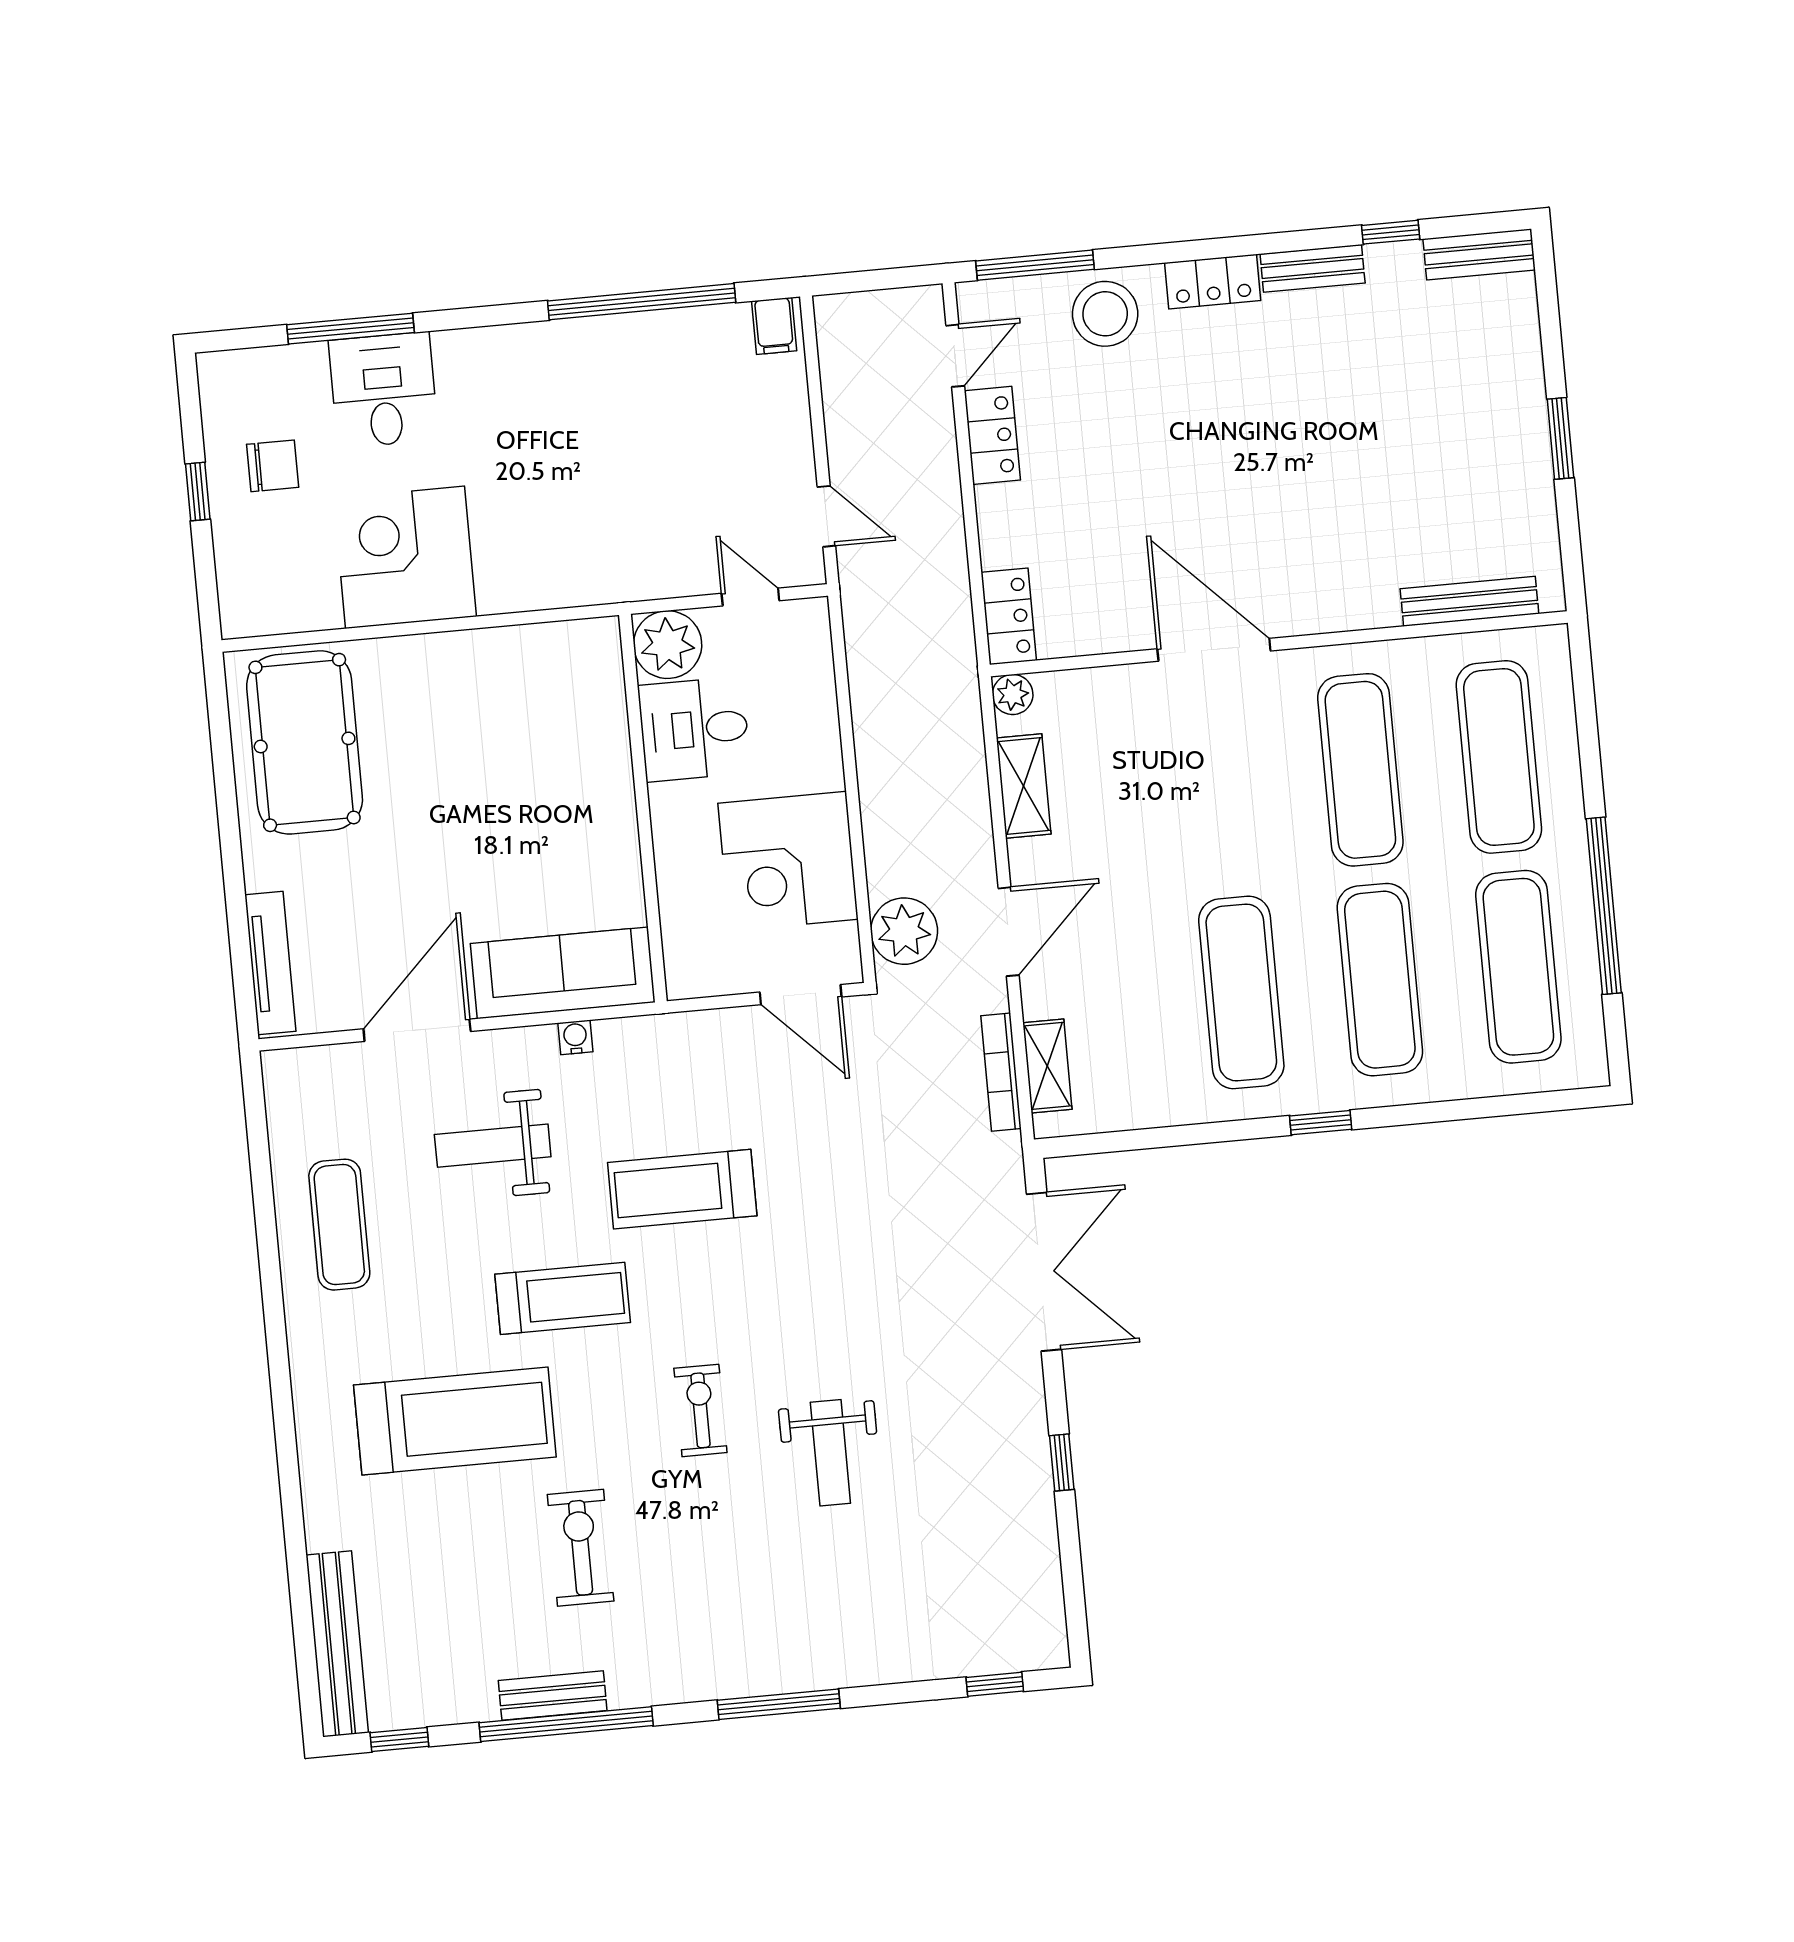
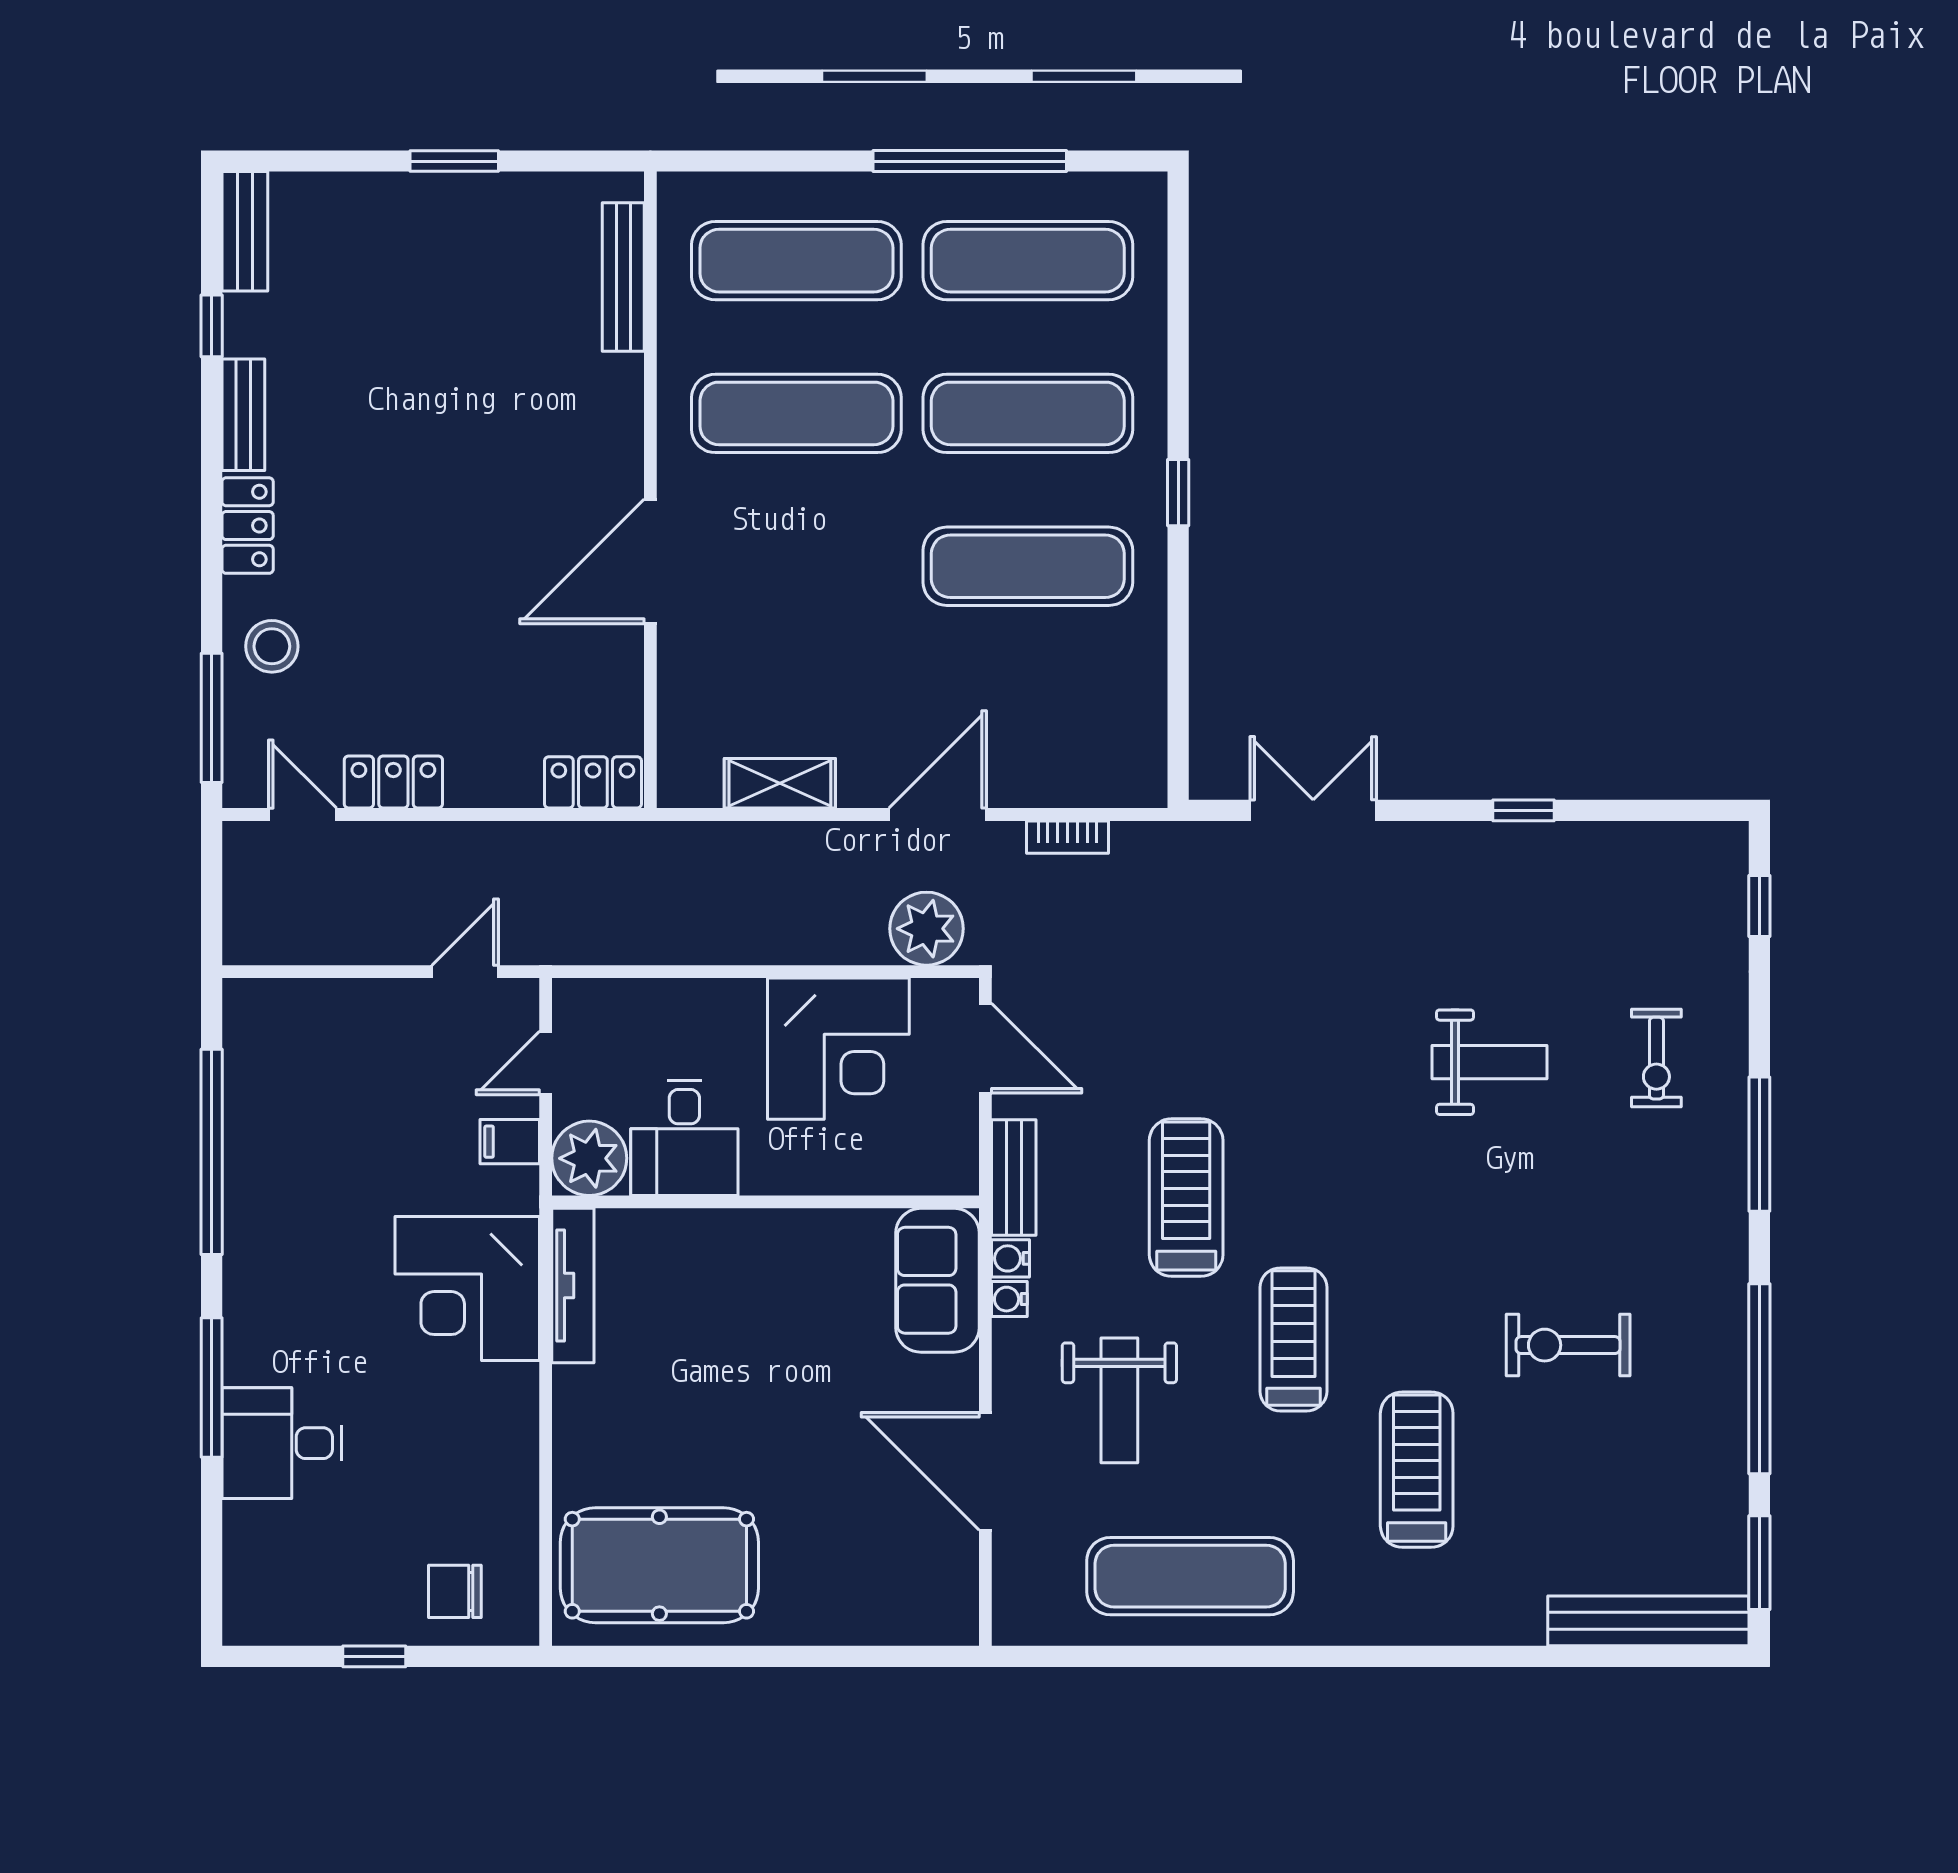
stool: (1105, 314) -> (272, 646), width x0.73, depth x0.73
filing cabinet: (774, 326) -> (510, 1142), moved, turned 180
window: (350, 329) -> (212, 1388), moved
chair: (273, 466) -> (455, 1591), moved, turned -90
corner desk: (405, 557) -> (467, 1289), moved
plant: (1013, 694) -> (679, 786), removed
door: (1009, 932) -> (938, 814), hinge flipped
tv unit: (270, 963) -> (573, 1286), moved, turned 90
sofa: (563, 973) -> (937, 1280), width x0.73
door: (801, 995) -> (985, 1048), hinge flipped
water cooler: (612, 1035) -> (1011, 1258), added
shelving: (1047, 1066) -> (1089, 786), removed
bookcase: (1001, 1072) -> (1067, 837), width x0.64
treadmill: (682, 1189) -> (1186, 1198), turned 180
exercise mat: (339, 1225) -> (1190, 1576), width x1.36, depth x1.45
double door: (1044, 1272) -> (1313, 810), width x0.73
exercise bike: (700, 1410) -> (1656, 1058), moved, turned -90
treadmill: (455, 1421) -> (1417, 1470), width x0.73, depth x0.73
bench: (553, 1696) -> (1014, 1178), moved
window: (399, 1740) -> (1759, 1563), width x1.50

